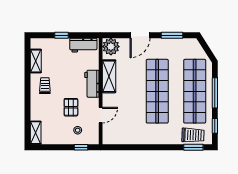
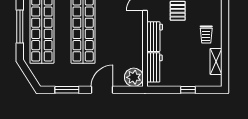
workbench: (83, 45) -> (154, 67), moved, turned 90
shelving: (109, 76) -> (136, 45), removed

